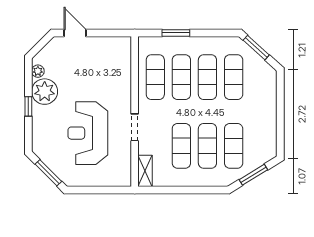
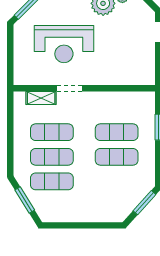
exercise mat: (155, 77) -> (117, 108), removed
exercise mat: (234, 77) -> (117, 181), removed
reception desk: (88, 133) -> (64, 44), turned 180
shelving: (145, 171) -> (41, 98), moved

